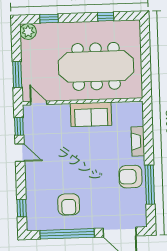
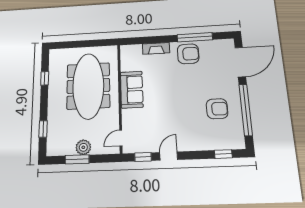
plant: (28, 31) -> (83, 147), moved
window: (17, 75) -> (77, 159), moved
armchair: (130, 177) -> (188, 54), turned -90

